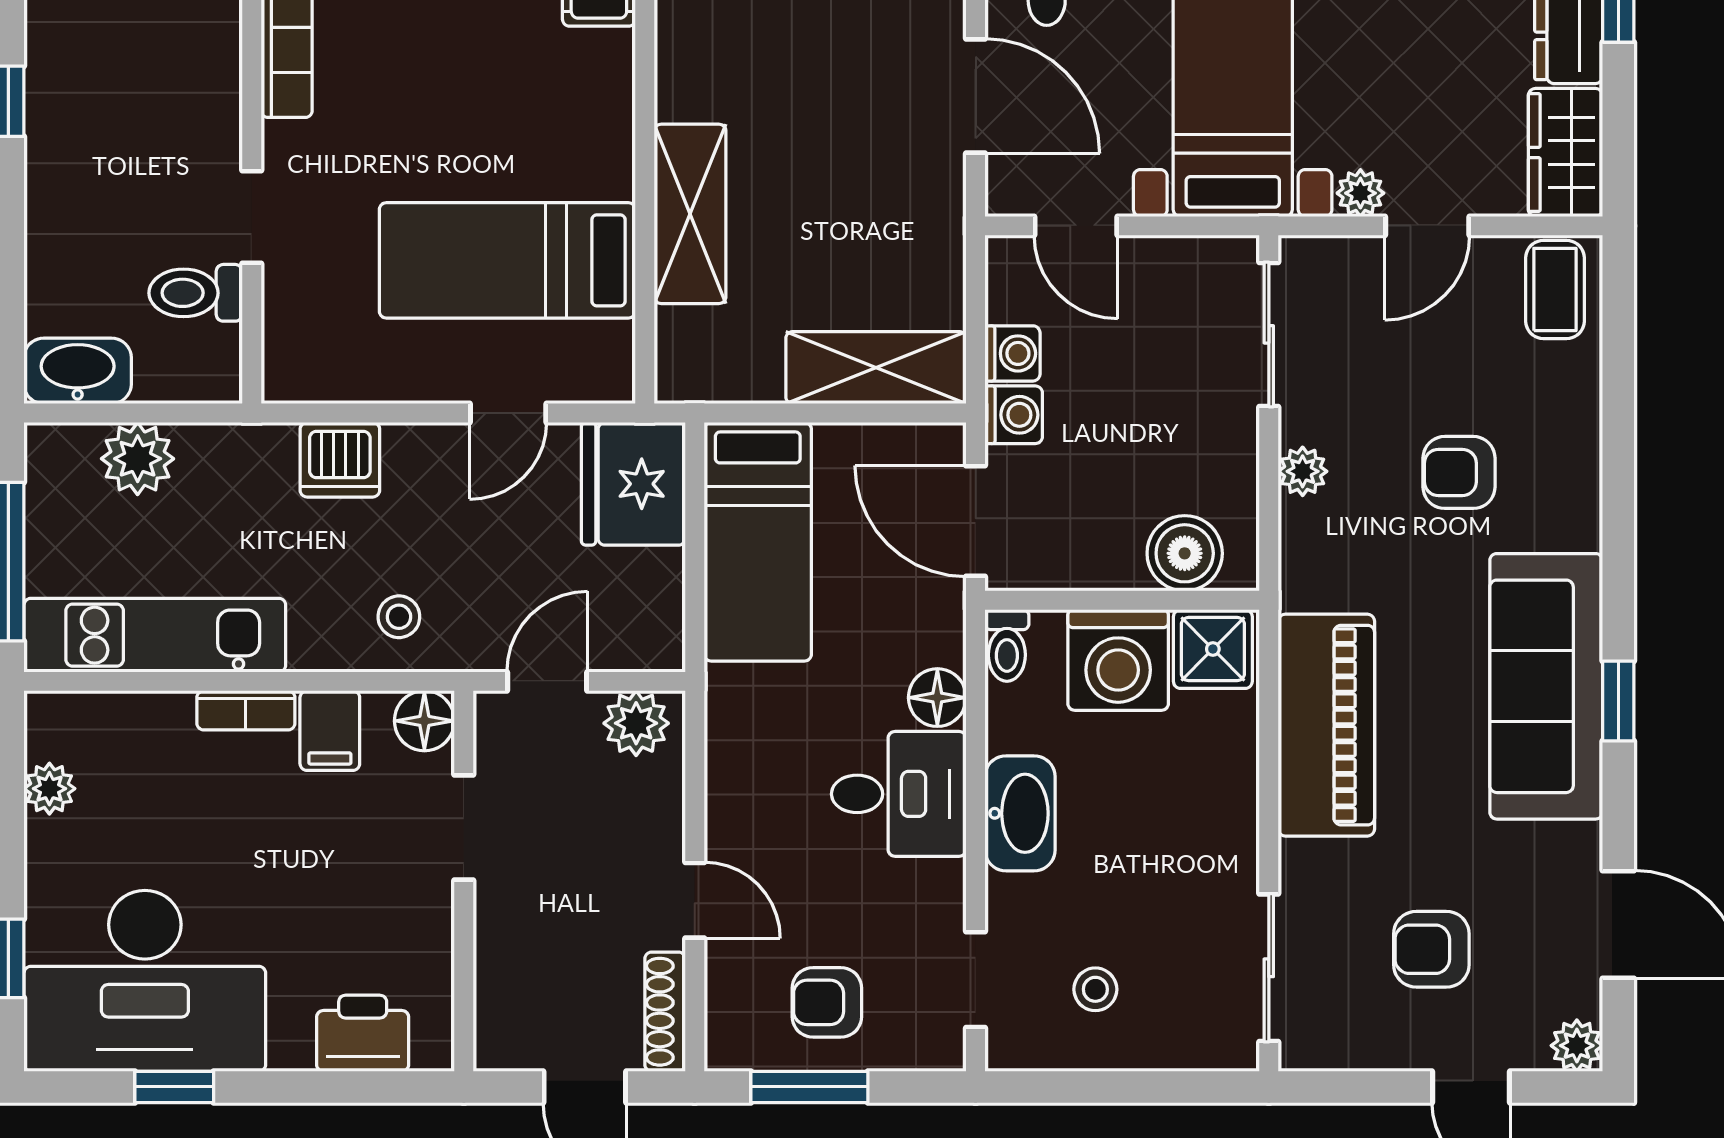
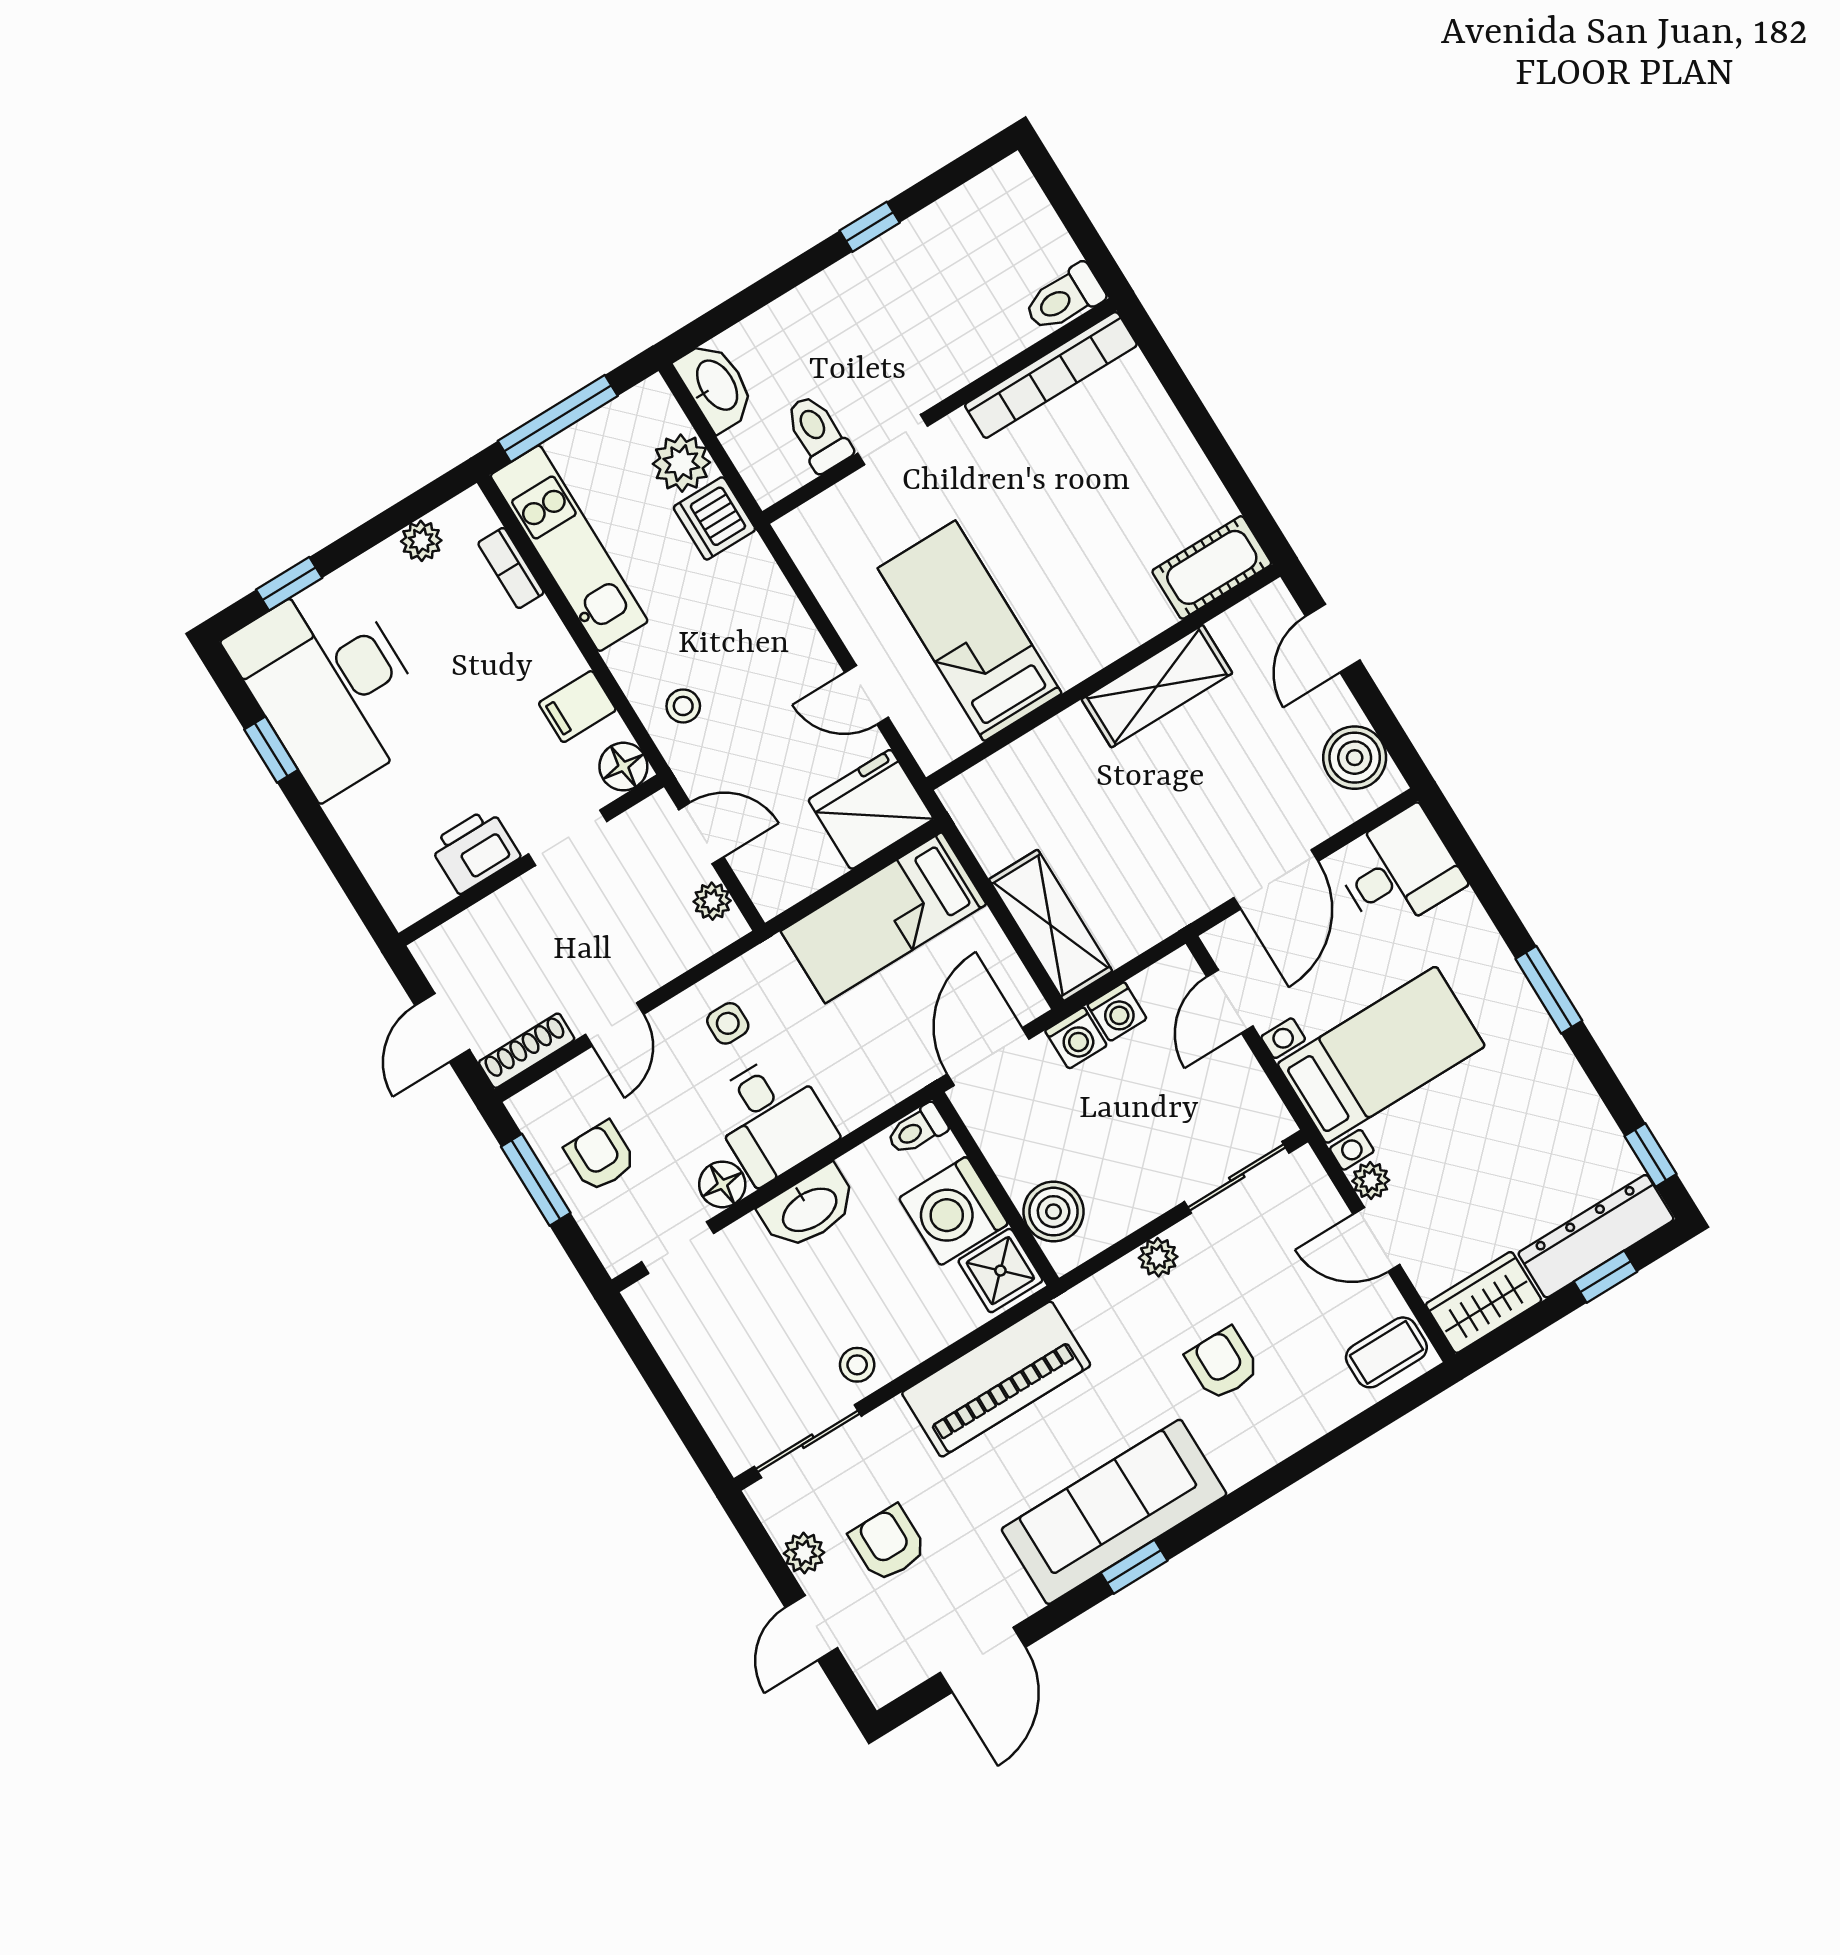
shelving: (690, 214) -> (1157, 686), moved
dishwasher: (340, 460) -> (714, 518), moved
floor lamp: (937, 698) -> (722, 1184), moved
bookcase: (246, 710) -> (511, 568), moved
plant: (636, 723) -> (712, 901), width x0.73, depth x0.73
side table: (768, 778) -> (728, 1023), added
stool: (1095, 989) -> (857, 1365), moved
printer: (363, 1033) -> (475, 850), moved, turned -90
plant: (1577, 1046) -> (804, 1553), moved

